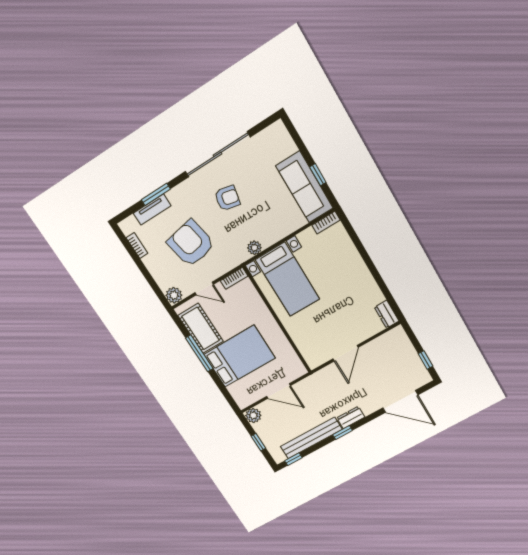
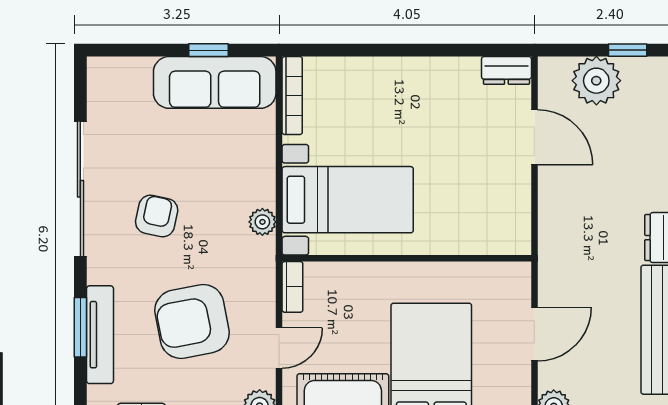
tv unit: (152, 209) -> (100, 335), width x1.41
bookcase: (326, 223) -> (292, 96), width x1.56
door: (346, 353) -> (534, 137), moved
plant: (404, 355) -> (596, 81), added

